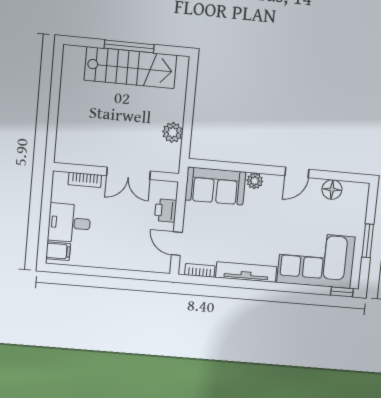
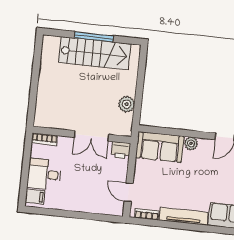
bookcase: (85, 180) -> (44, 139), moved
printer: (166, 210) -> (121, 150), moved, turned -90

